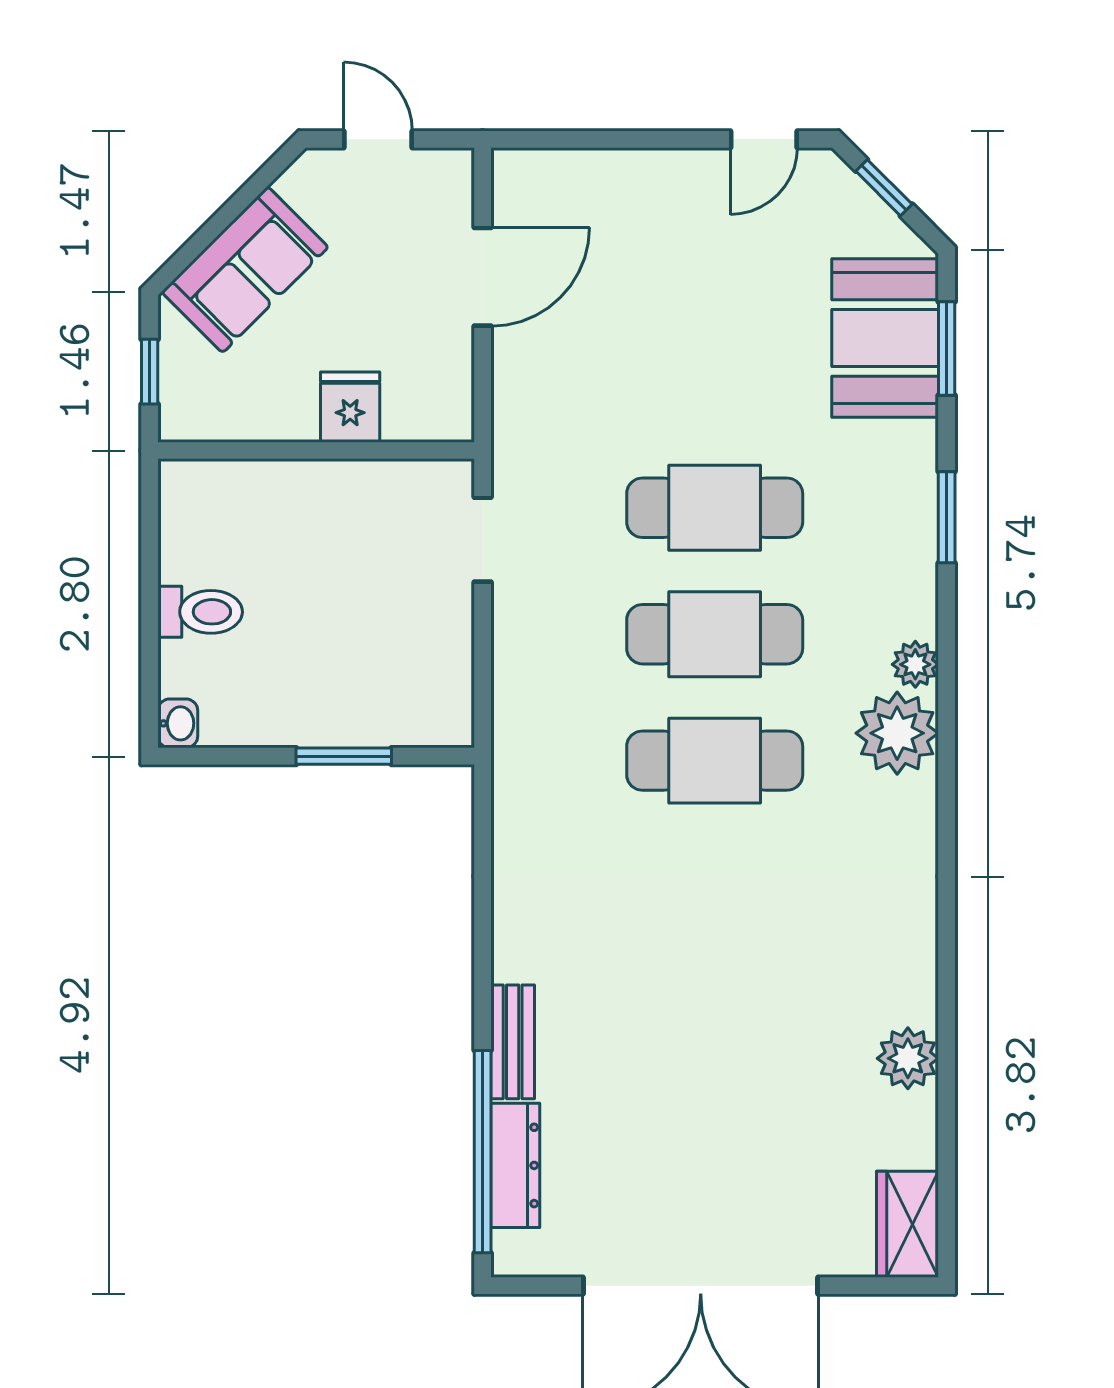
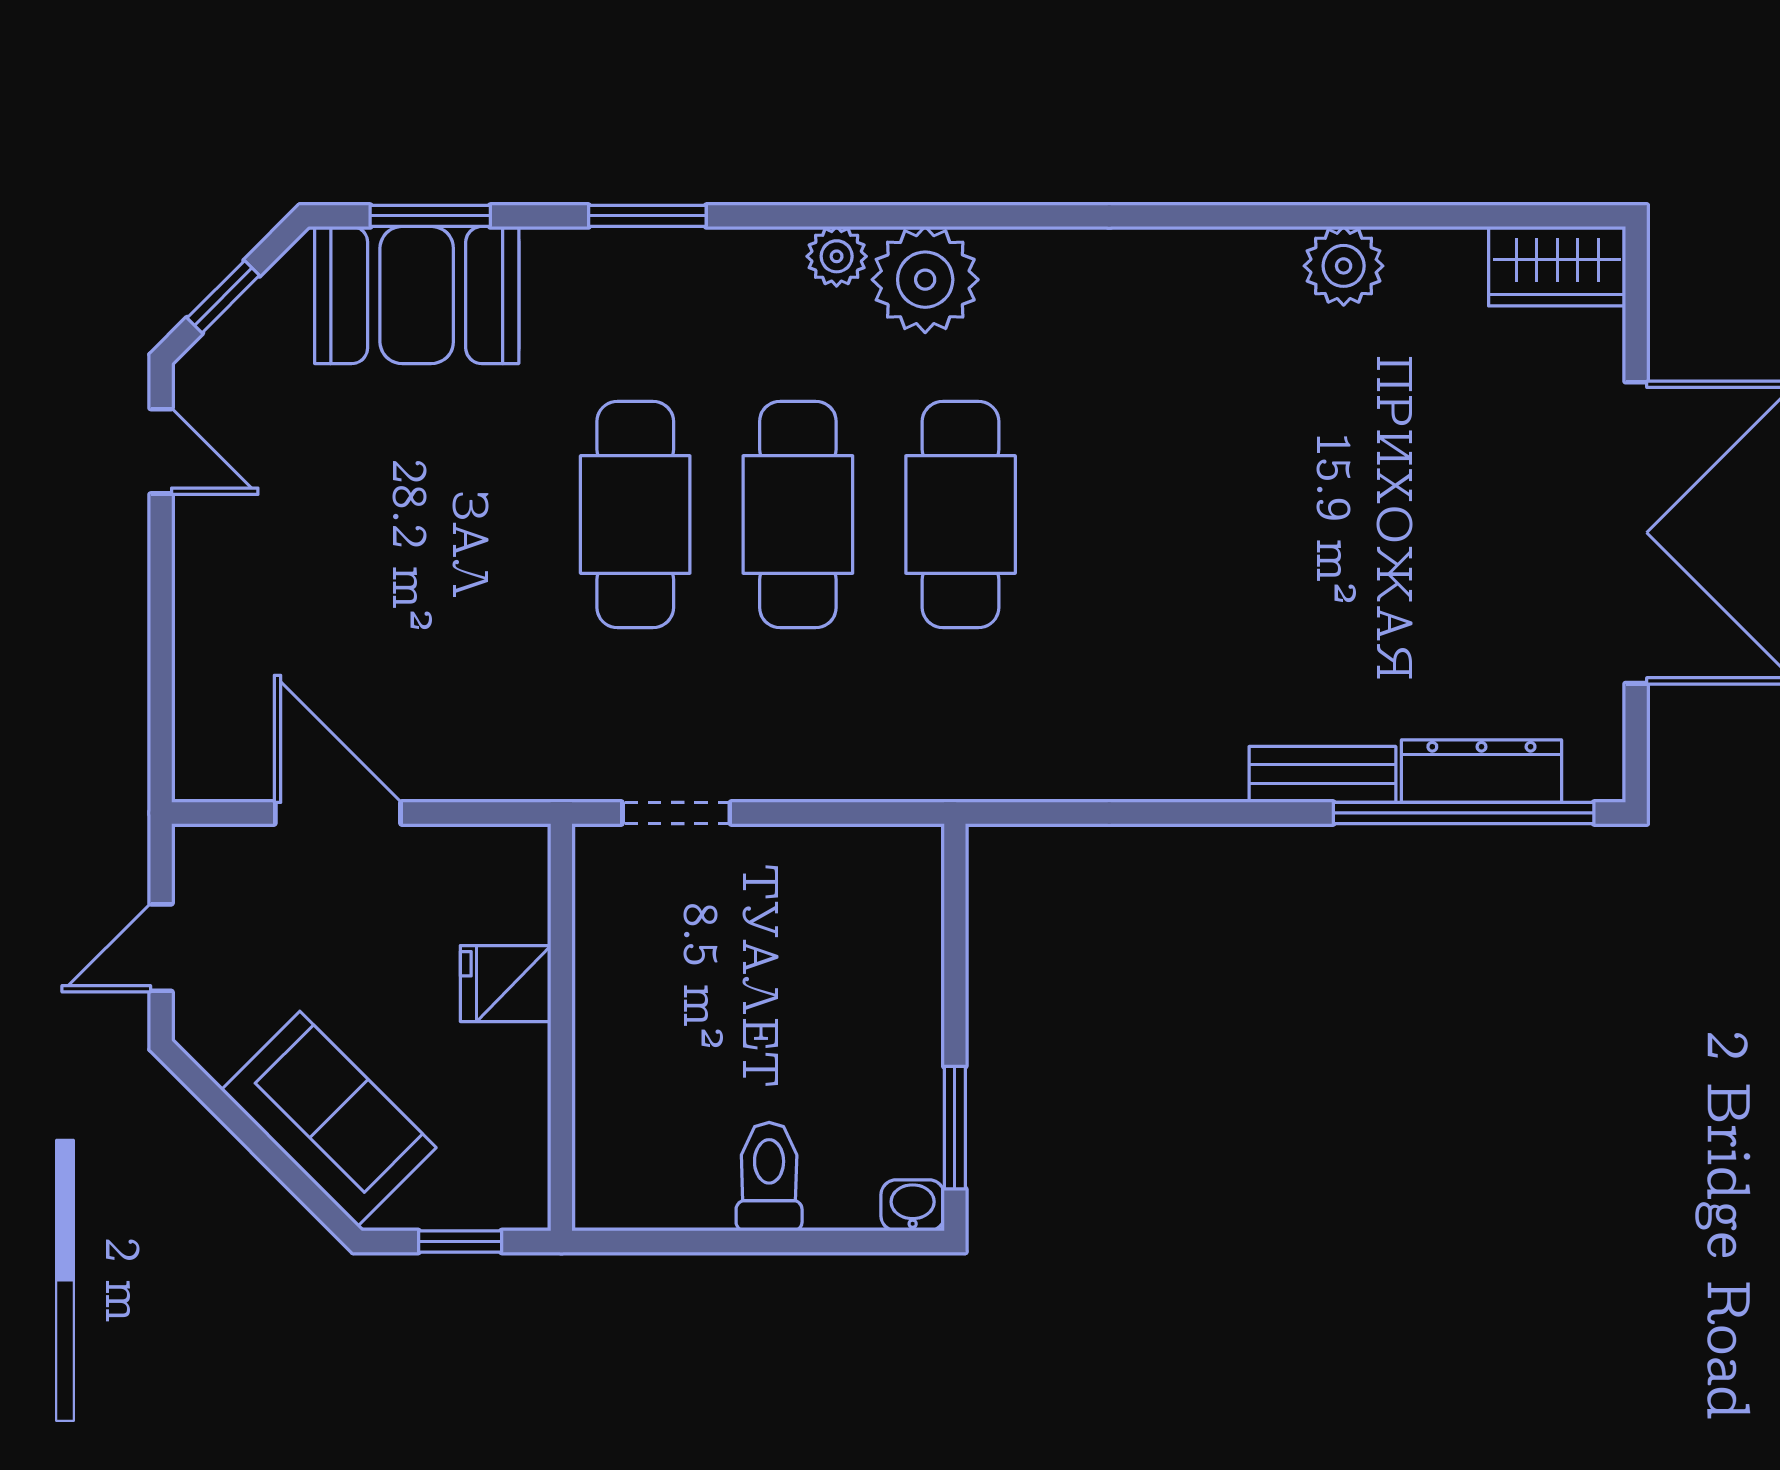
window: (344, 756) -> (955, 1128), moved

